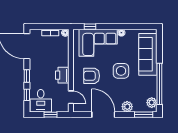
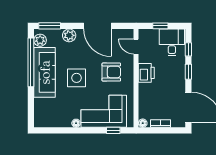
sofa: (148, 54) -> (45, 72), moved

